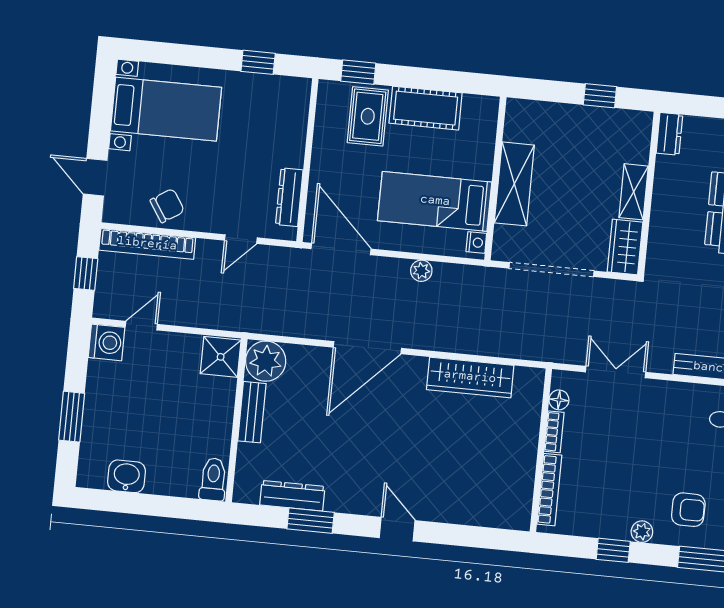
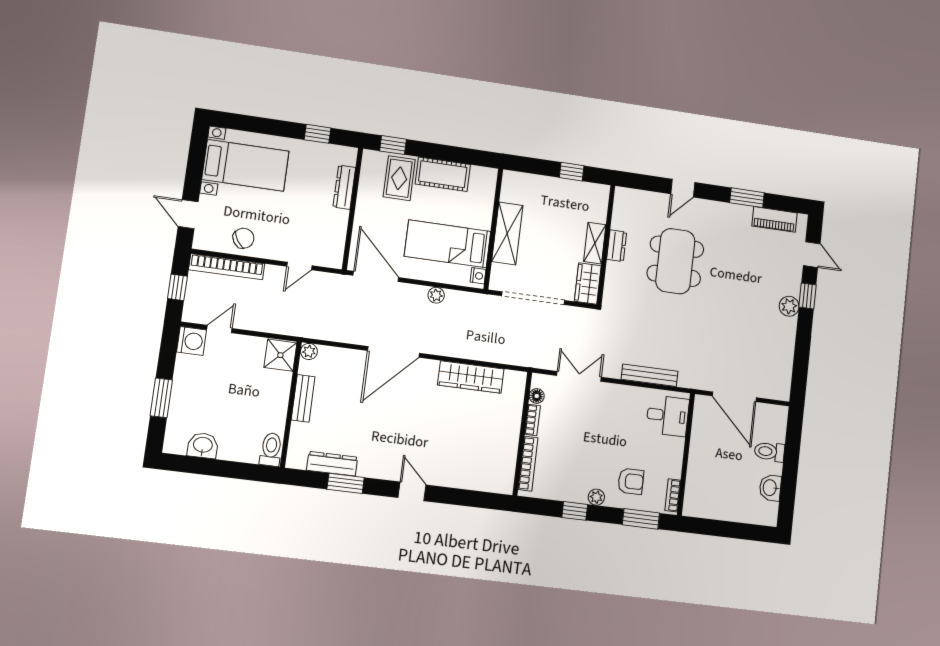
dresser: (669, 134) -> (617, 246), moved
dresser: (289, 197) -> (344, 187), moved
plant: (266, 361) -> (309, 351), width x0.53, depth x0.53

